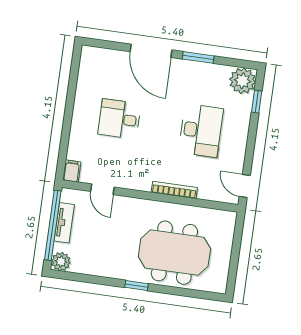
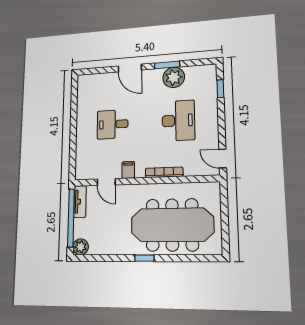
door: (151, 51) -> (130, 68), width x0.73
plant: (243, 81) -> (174, 77), moved
filing cabinet: (72, 171) -> (128, 170), moved
tv unit: (64, 223) -> (80, 202), moved
meeting table: (174, 253) -> (172, 225), width x1.36

